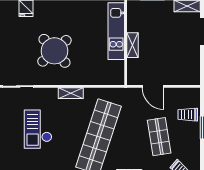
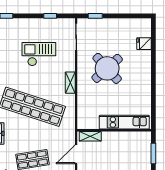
shelving: (132, 45) -> (90, 136), moved

